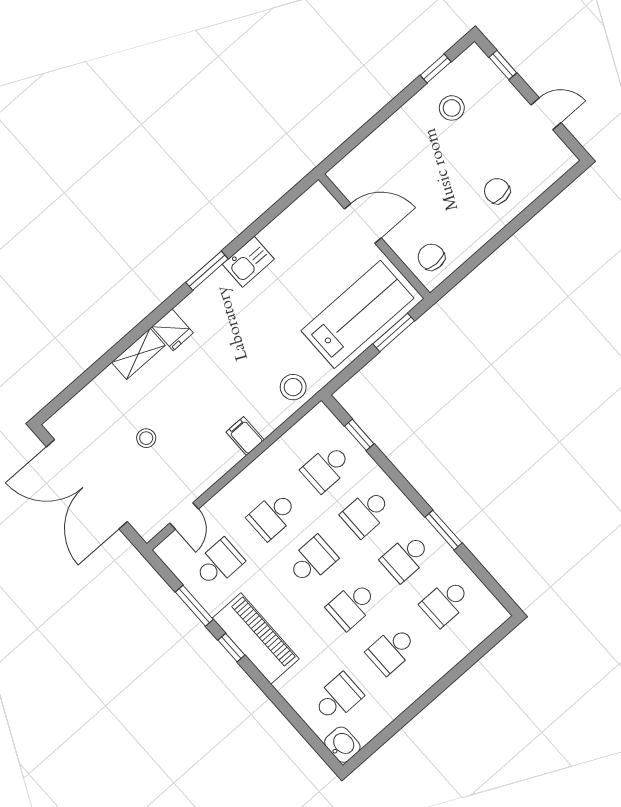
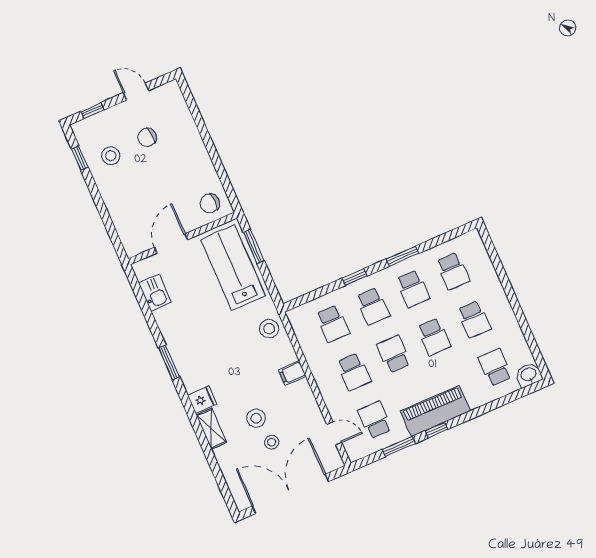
door: (546, 114) -> (136, 92), hinge flipped
chair: (497, 191) -> (147, 137), moved
kitchen sink: (248, 262) -> (155, 292), moved
stool: (171, 408) -> (256, 418), added
window: (359, 435) -> (355, 277), moved
double door: (87, 484) -> (290, 494), swing flipped

